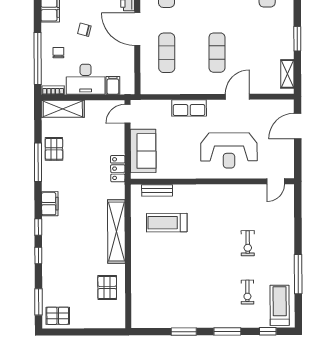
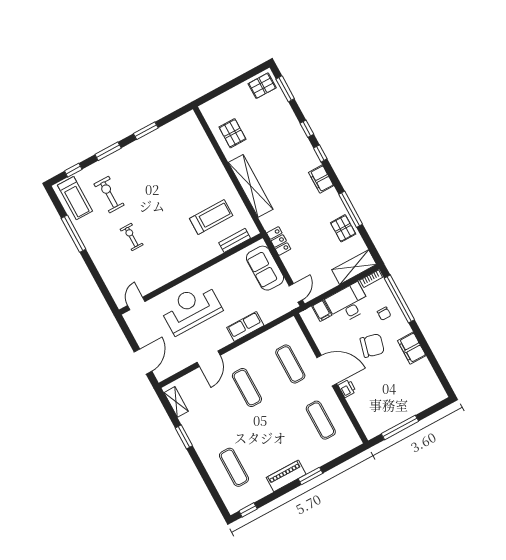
chair: (84, 30) -> (372, 346), width x1.87, depth x1.87
exercise bike: (247, 292) -> (109, 195), width x1.38, depth x1.39

